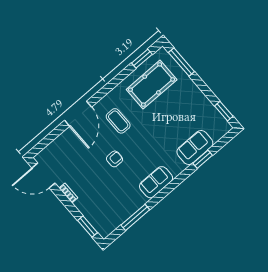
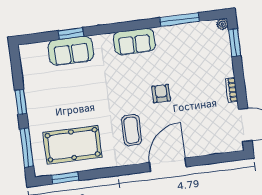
window: (224, 111) -> (21, 102), moved
armchair: (115, 159) -> (161, 94), turned 90
plant: (104, 233) -> (222, 24), added

